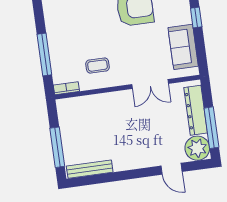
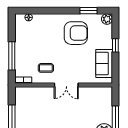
double door: (150, 84) -> (66, 85), moved
dresser: (196, 110) -> (107, 106), removed

